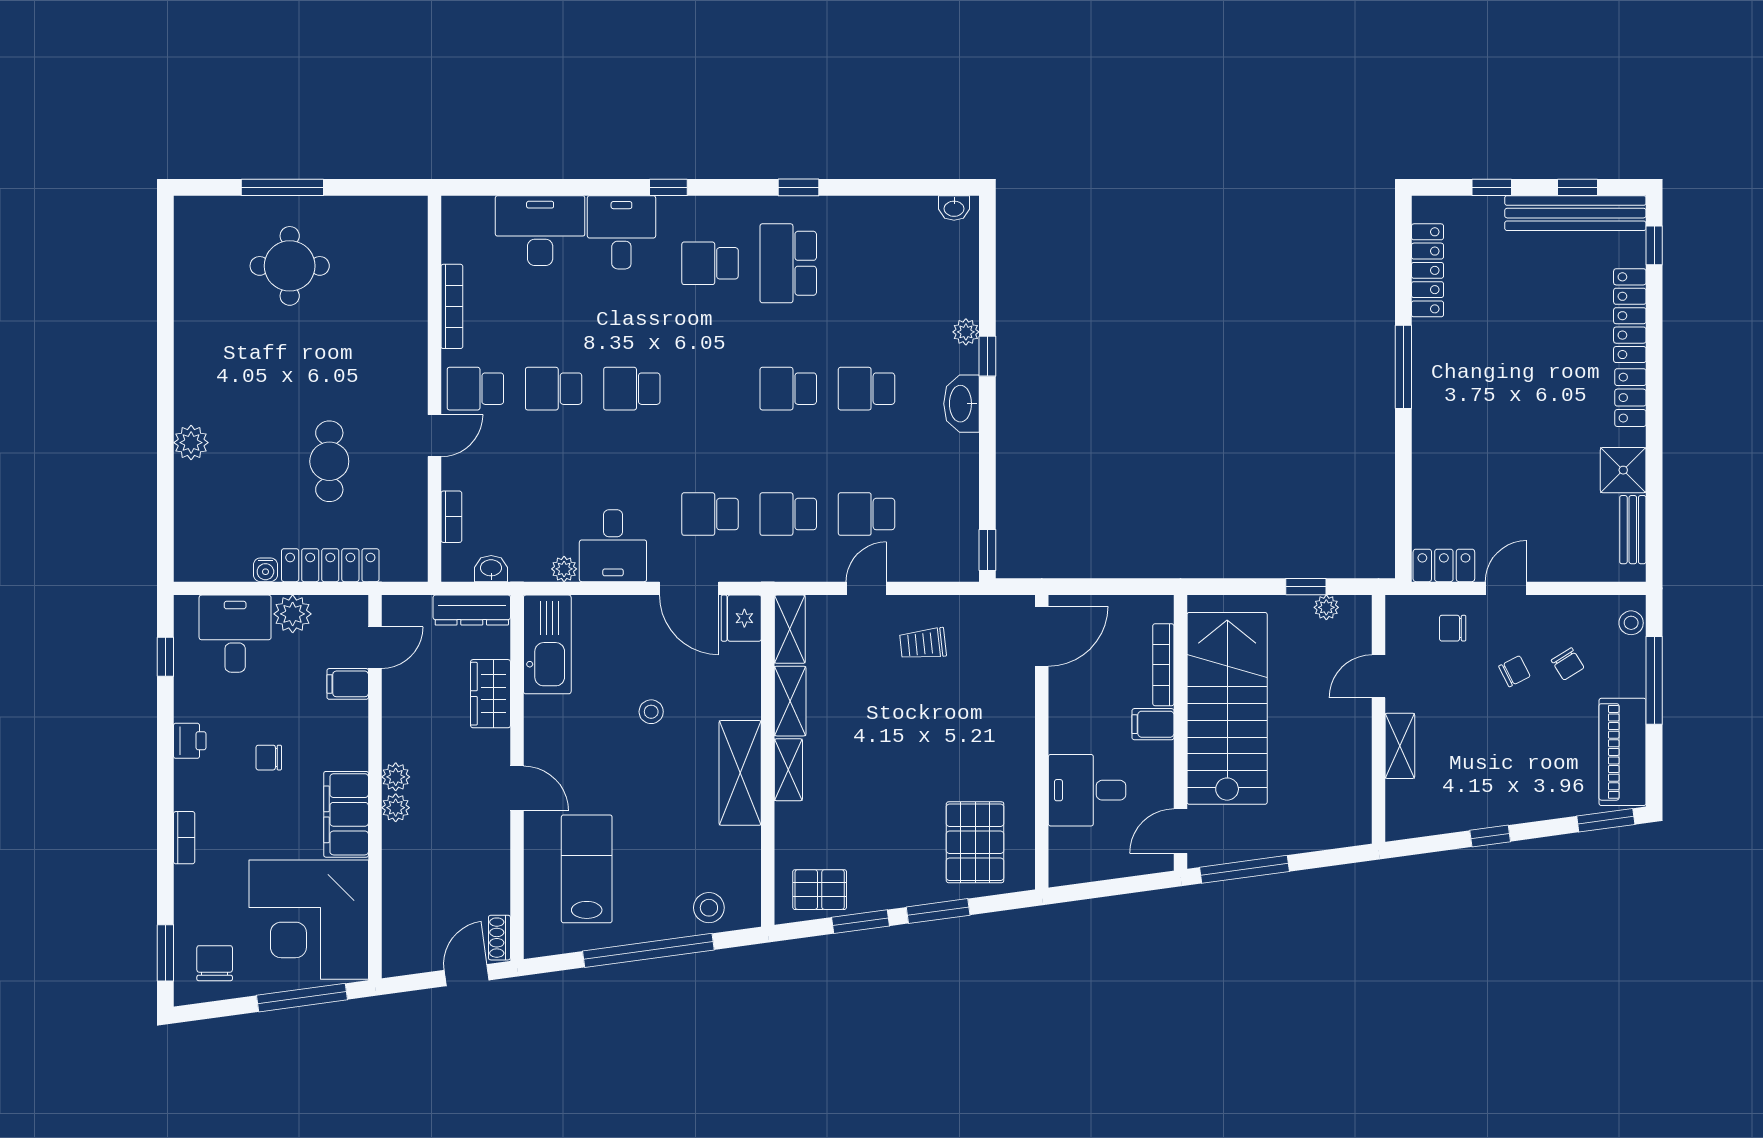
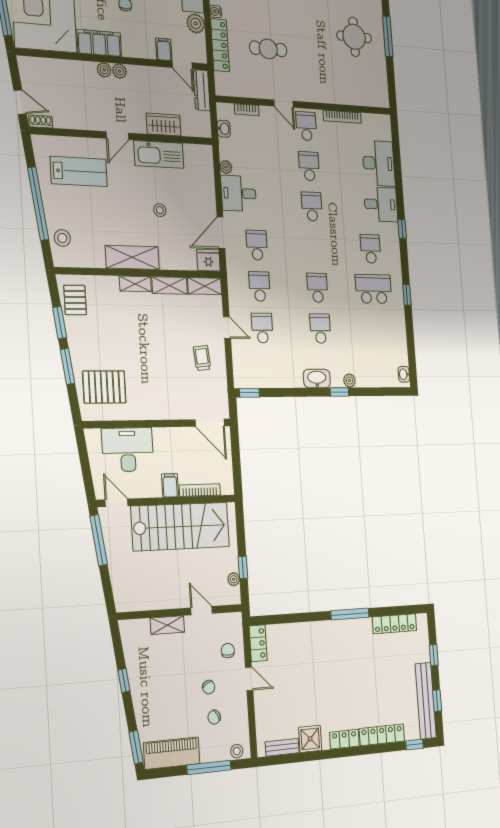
dresser: (472, 610) -> (202, 90), moved
kitchen sink: (547, 644) -> (159, 154), moved
desk: (1087, 790) -> (128, 450), width x1.37

